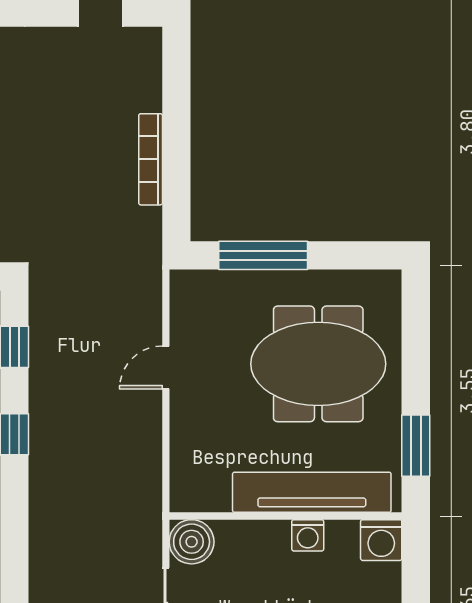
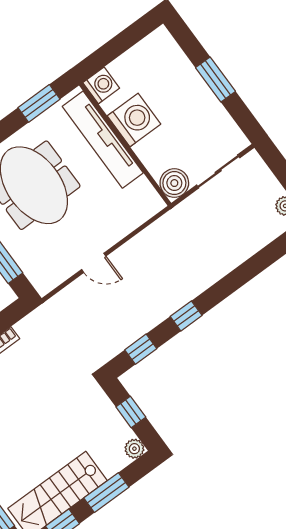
washing machine: (308, 535) -> (134, 120), width x1.89, depth x1.89

